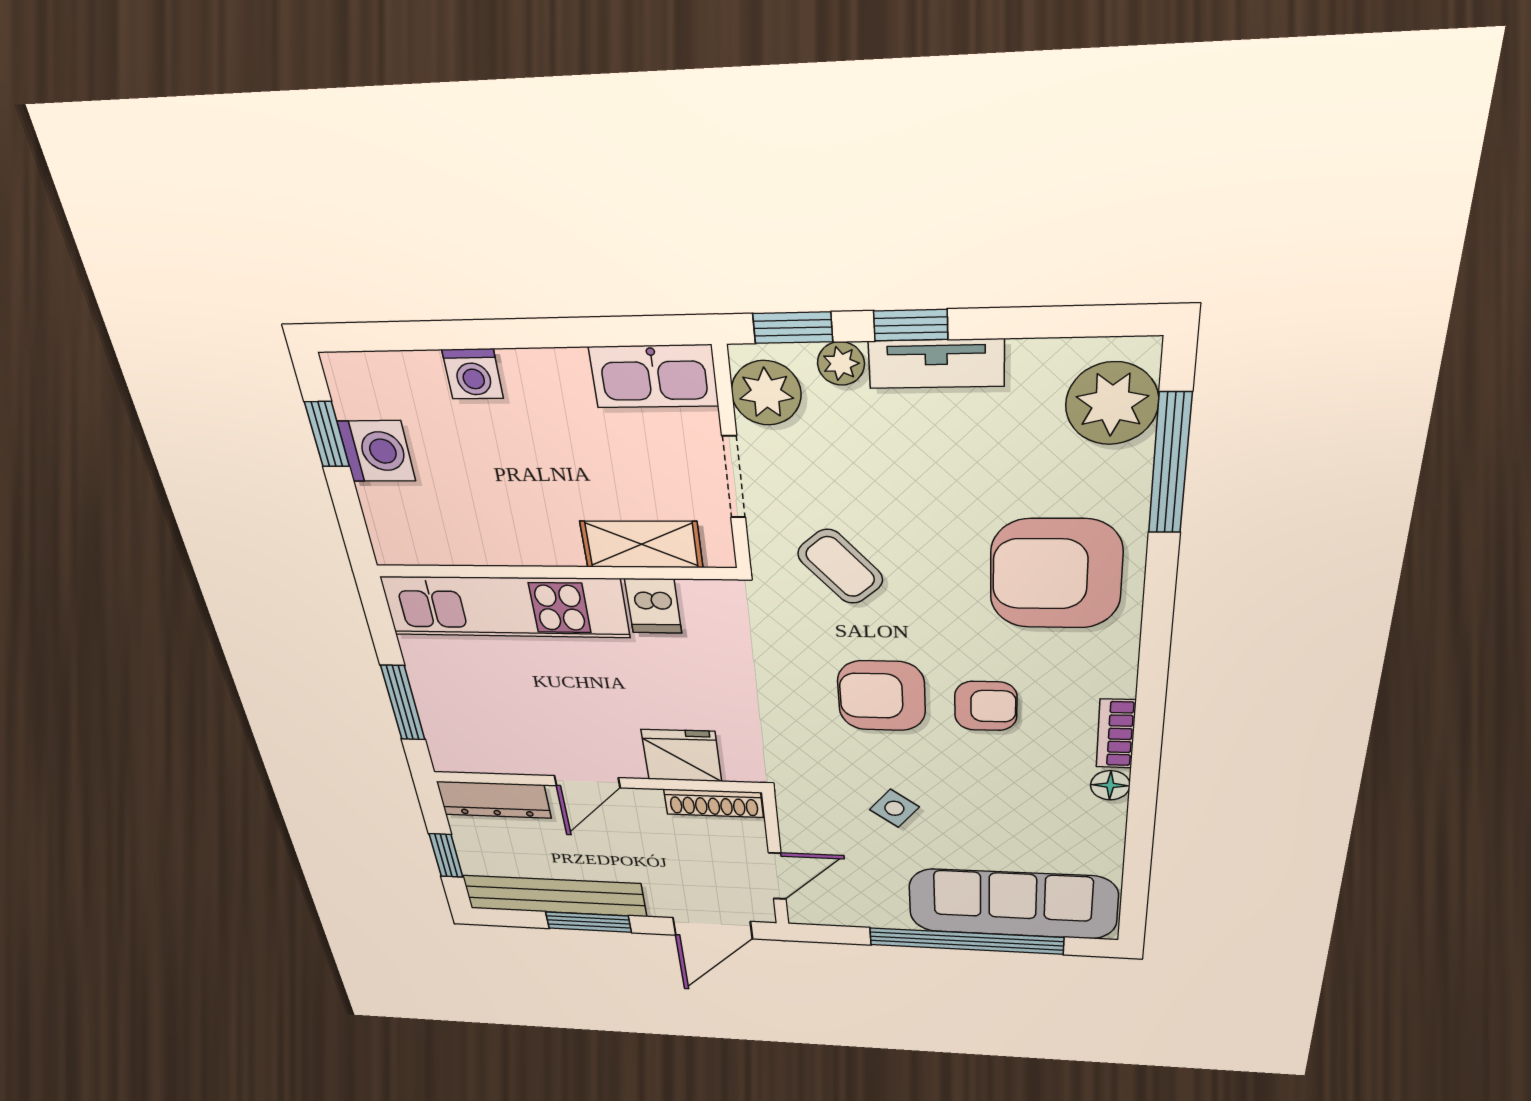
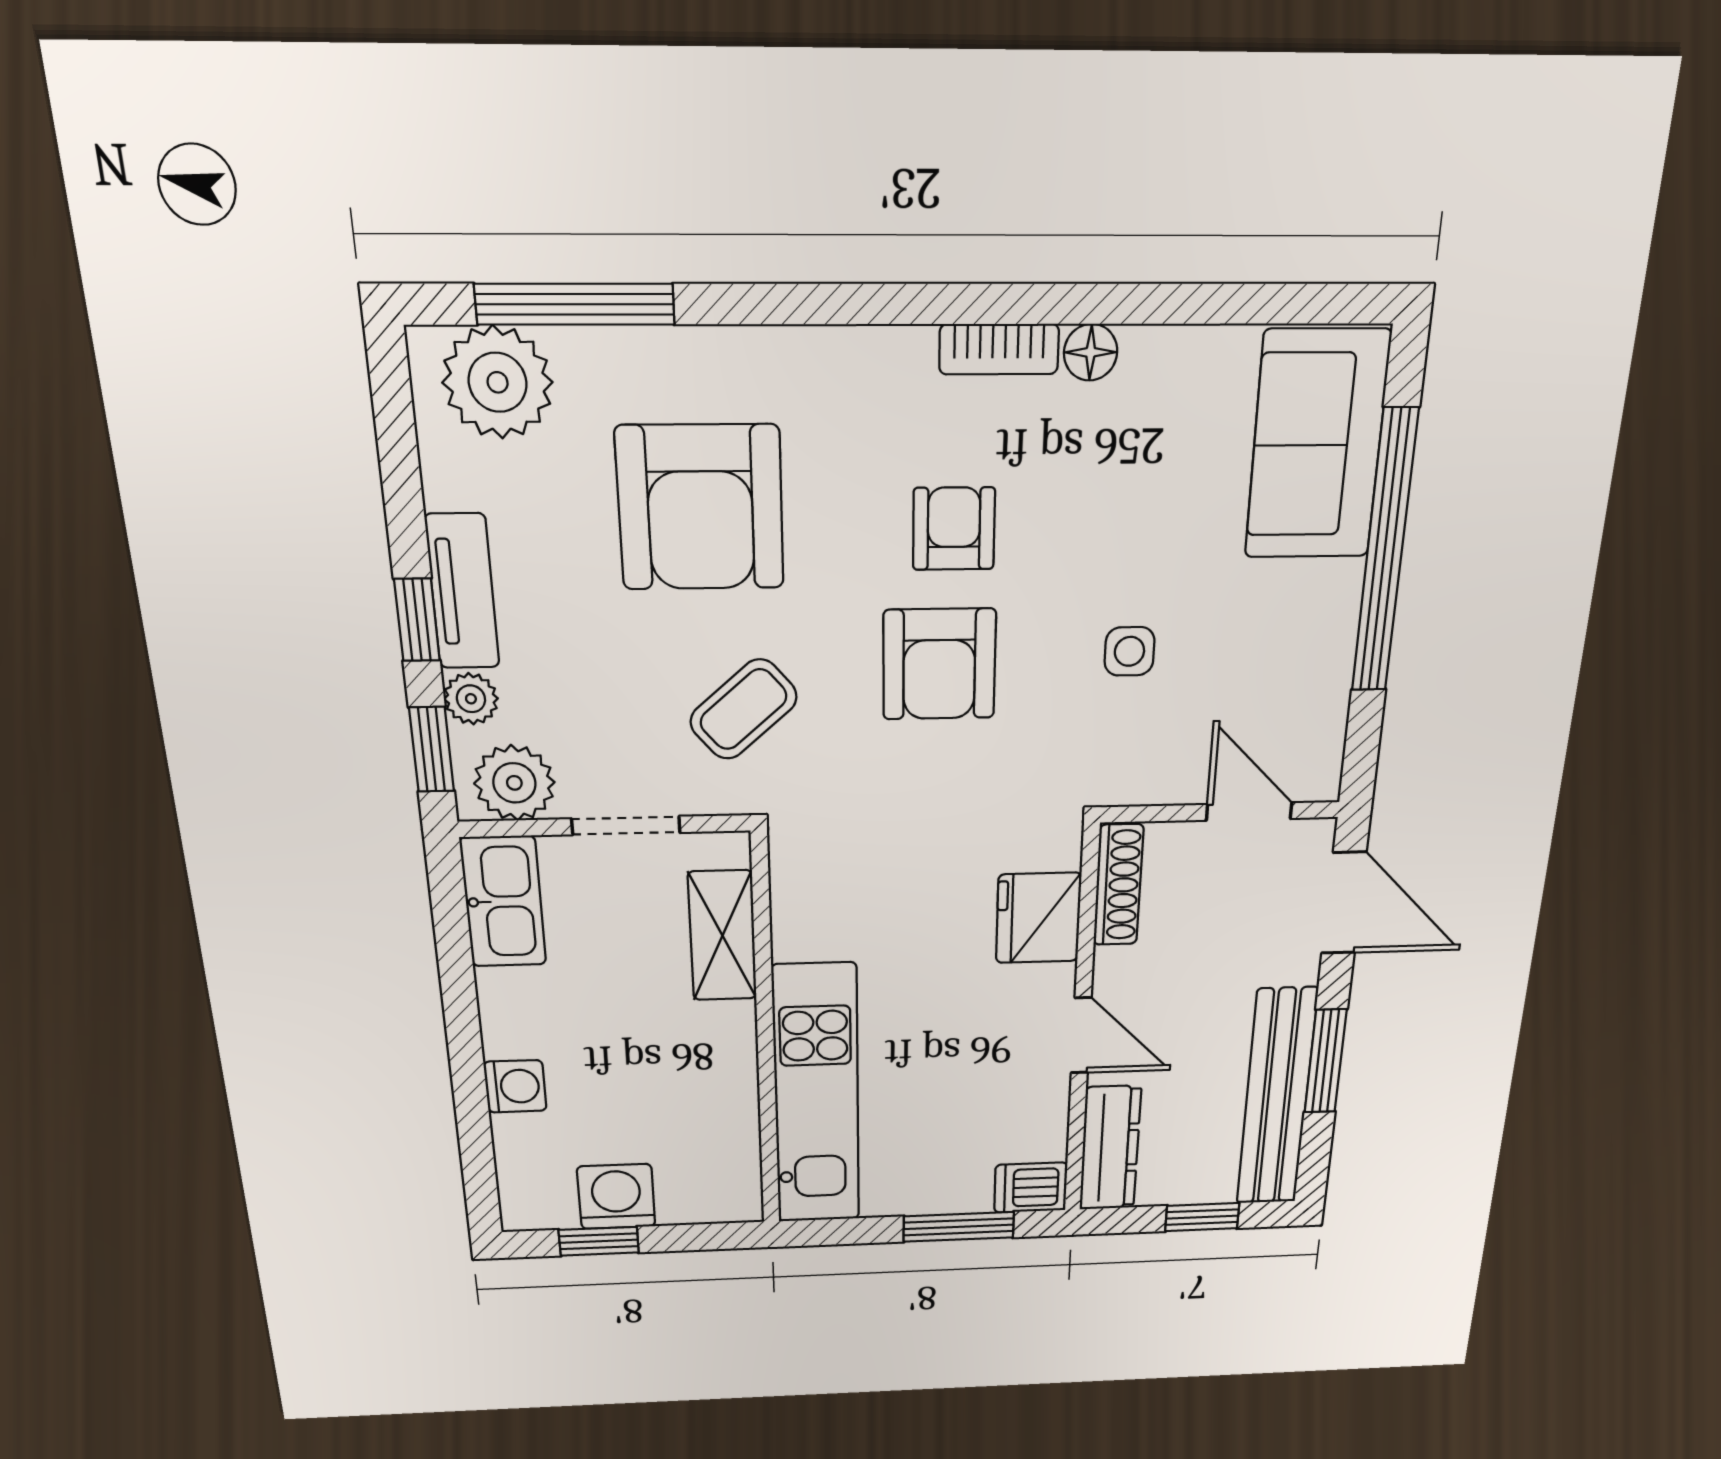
armchair: (1056, 574) -> (700, 508), moved
dishwasher: (653, 606) -> (1031, 1188), moved, turned 180
side table: (894, 808) -> (1129, 651), turned -38
sofa: (1012, 904) -> (1317, 445), width x0.73

